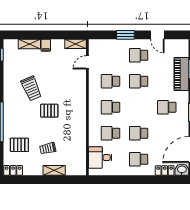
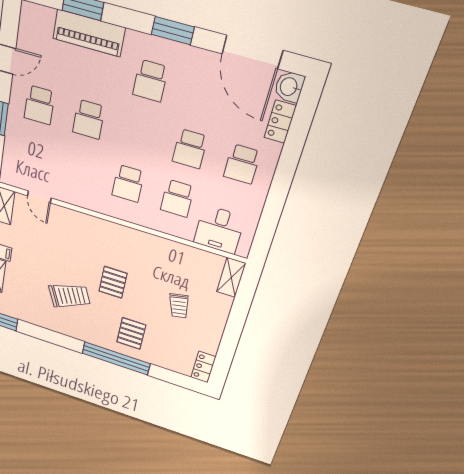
school desk: (111, 81) -> (80, 169), removed
pallet: (19, 145) -> (131, 333), moved
shelving: (54, 170) -> (231, 278), moved

